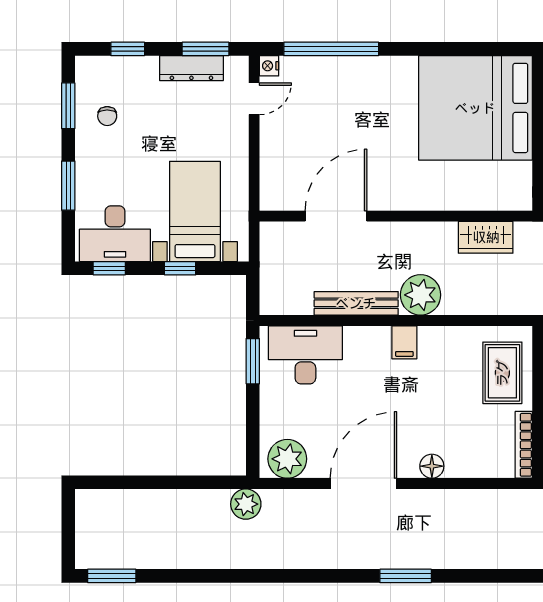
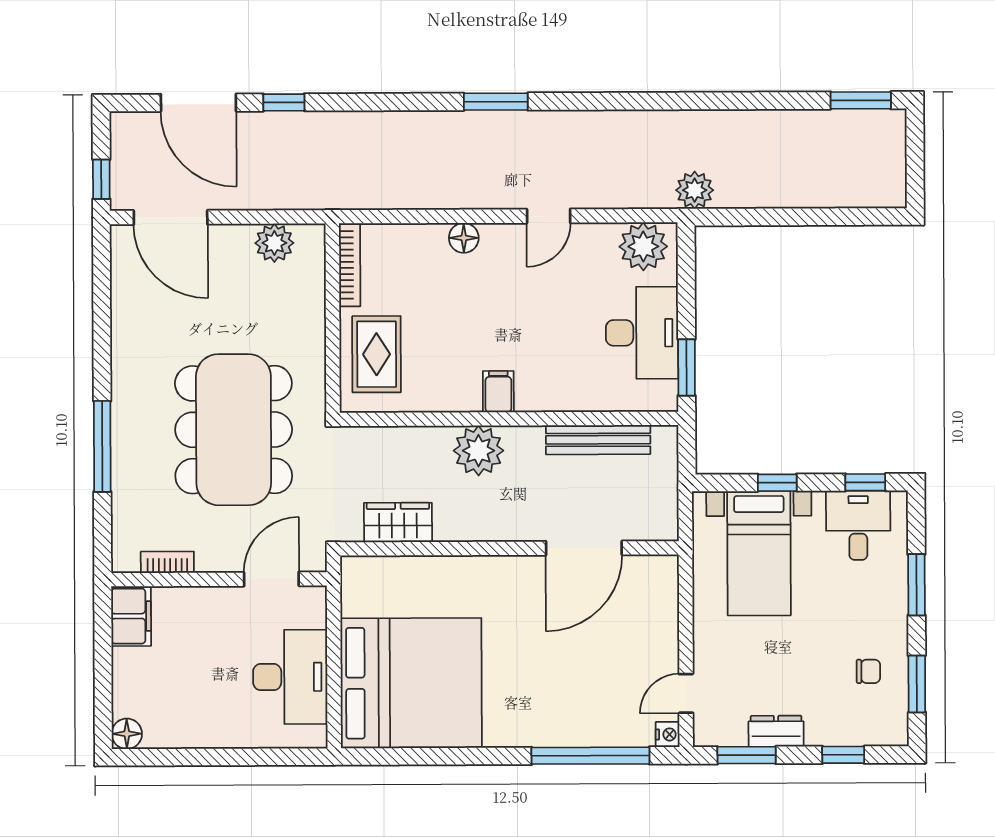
dresser: (191, 68) -> (776, 731), width x0.70
chair: (107, 116) -> (868, 671), turned 90
desk: (115, 234) -> (858, 525), width x0.73
bench: (356, 303) -> (598, 440), moved
desk: (305, 355) -> (642, 333), moved, turned -90
door: (363, 484) -> (549, 216), width x0.53

